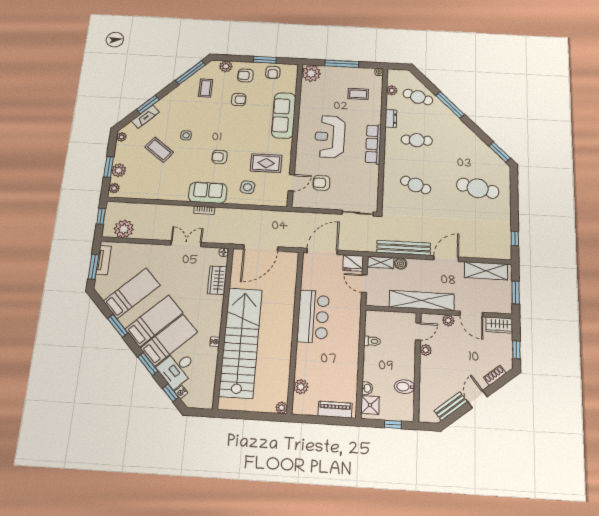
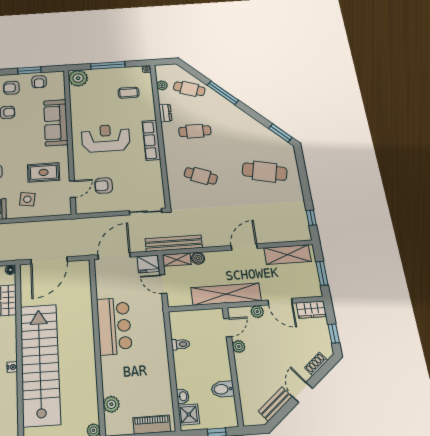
reception desk: (330, 137) -> (106, 138), turned 90
bench: (404, 248) -> (174, 243), moved

